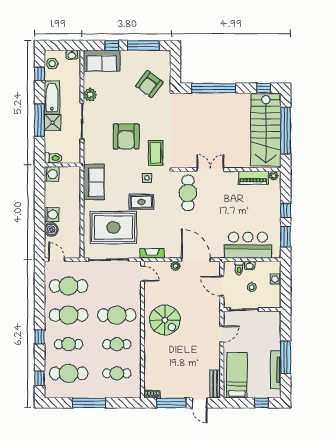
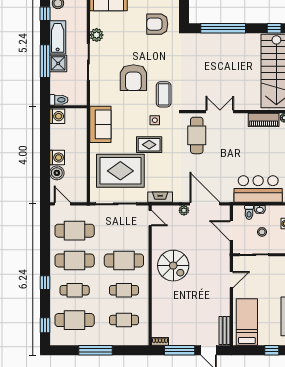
armchair: (149, 84) -> (157, 24), turned 53

